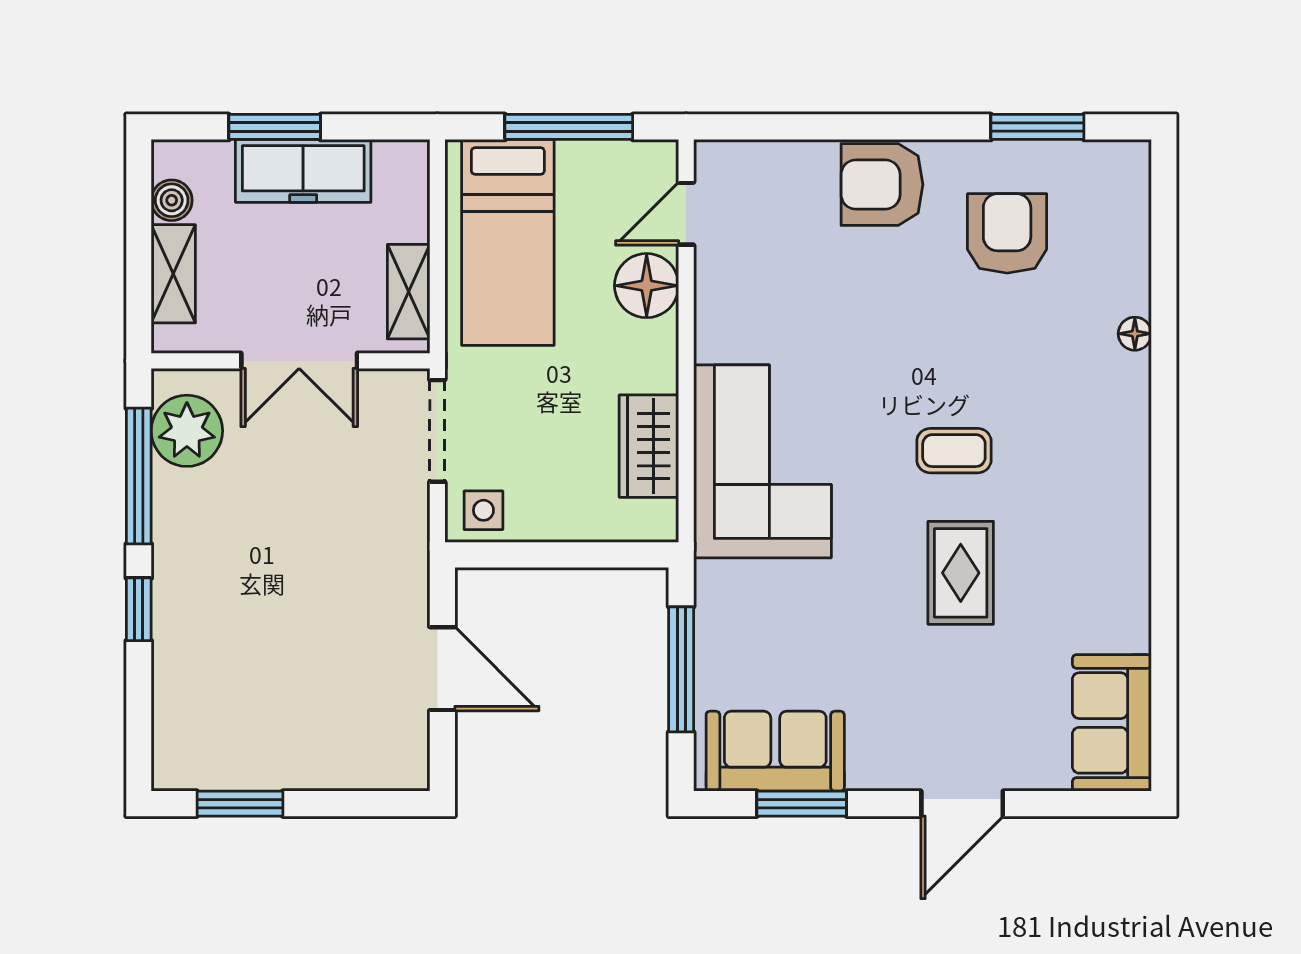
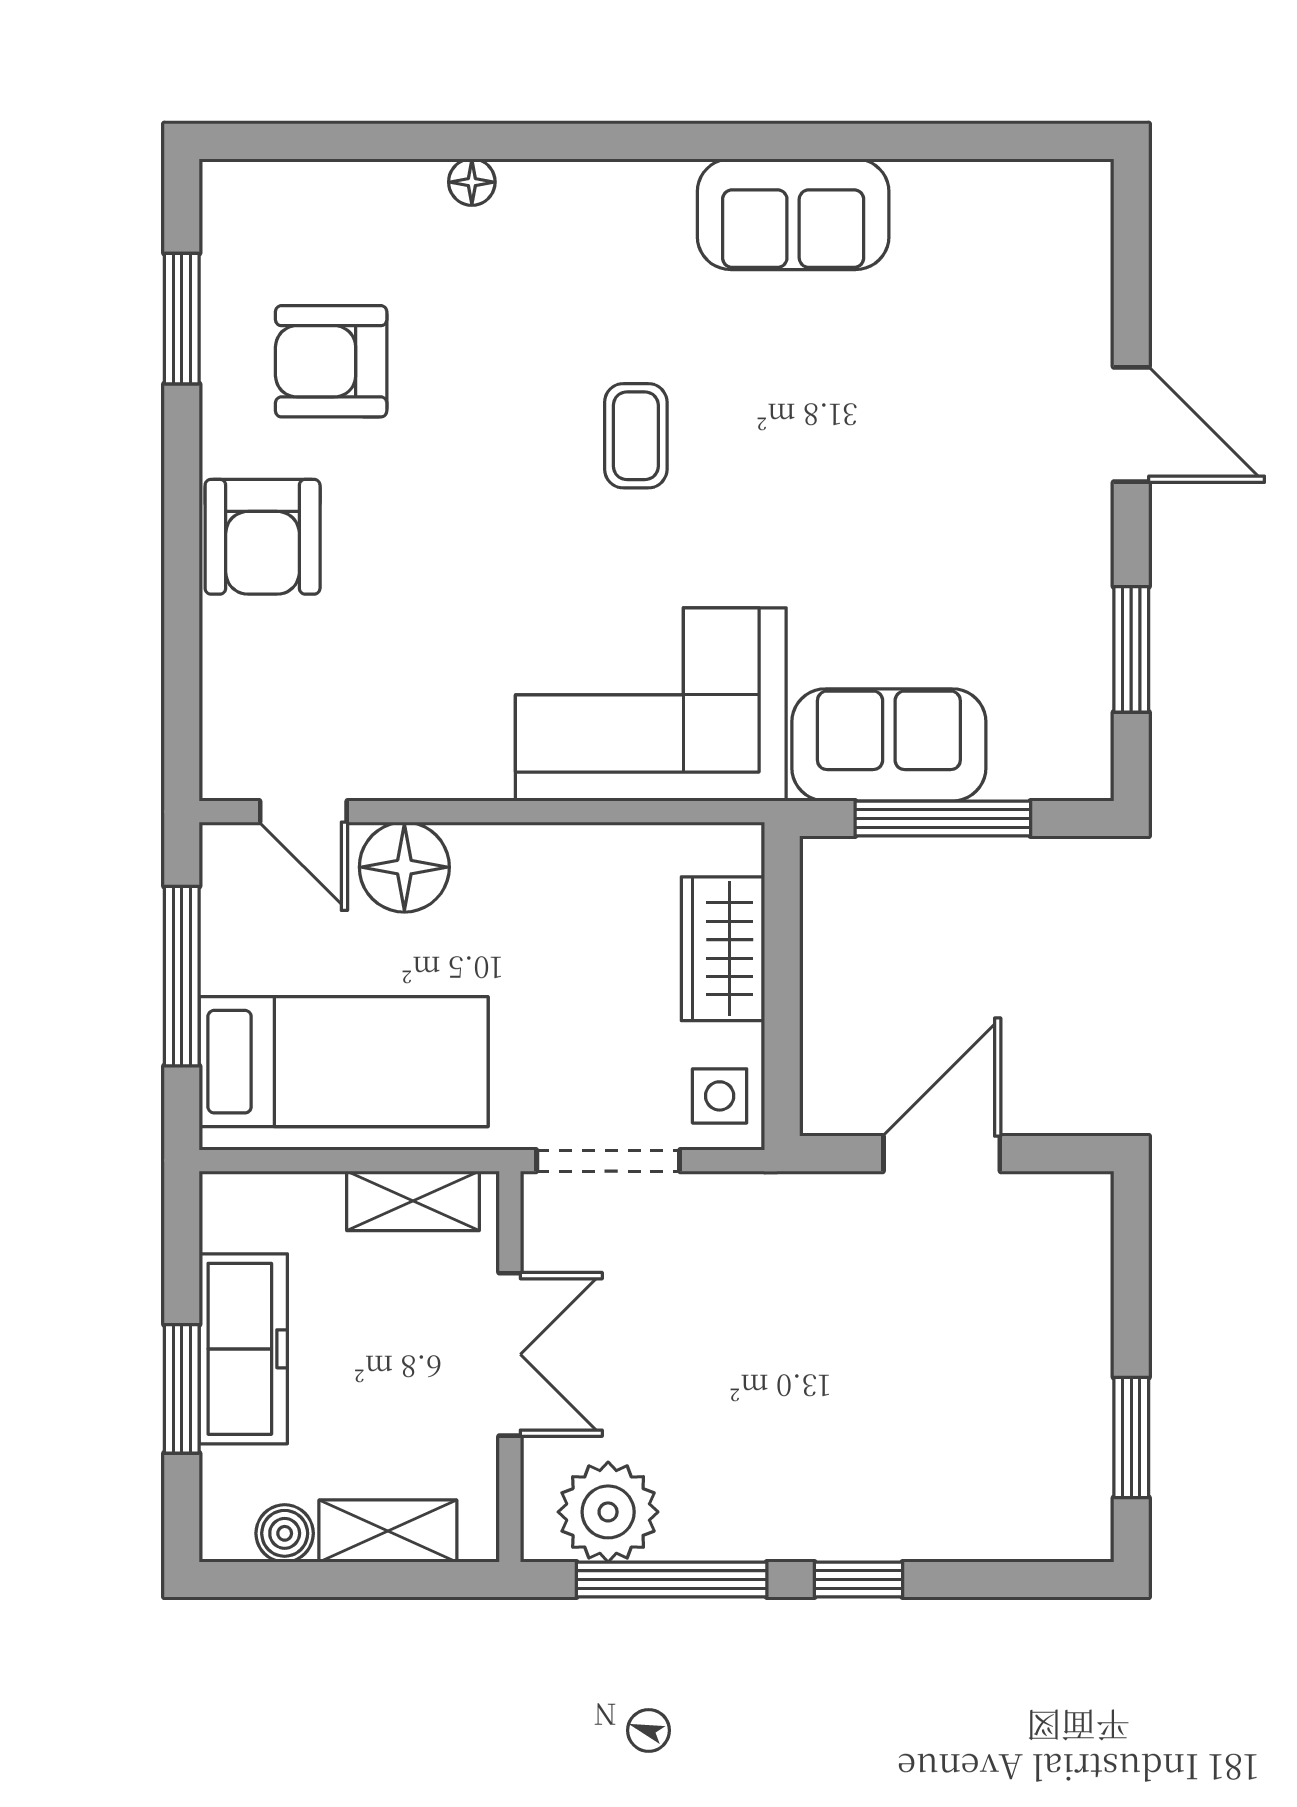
wardrobe: (649, 446) -> (723, 949), moved, turned 90
rug: (961, 573) -> (807, 426), removed
sofa: (1112, 723) -> (793, 214), moved
sofa: (775, 751) -> (889, 745), moved, turned 90

